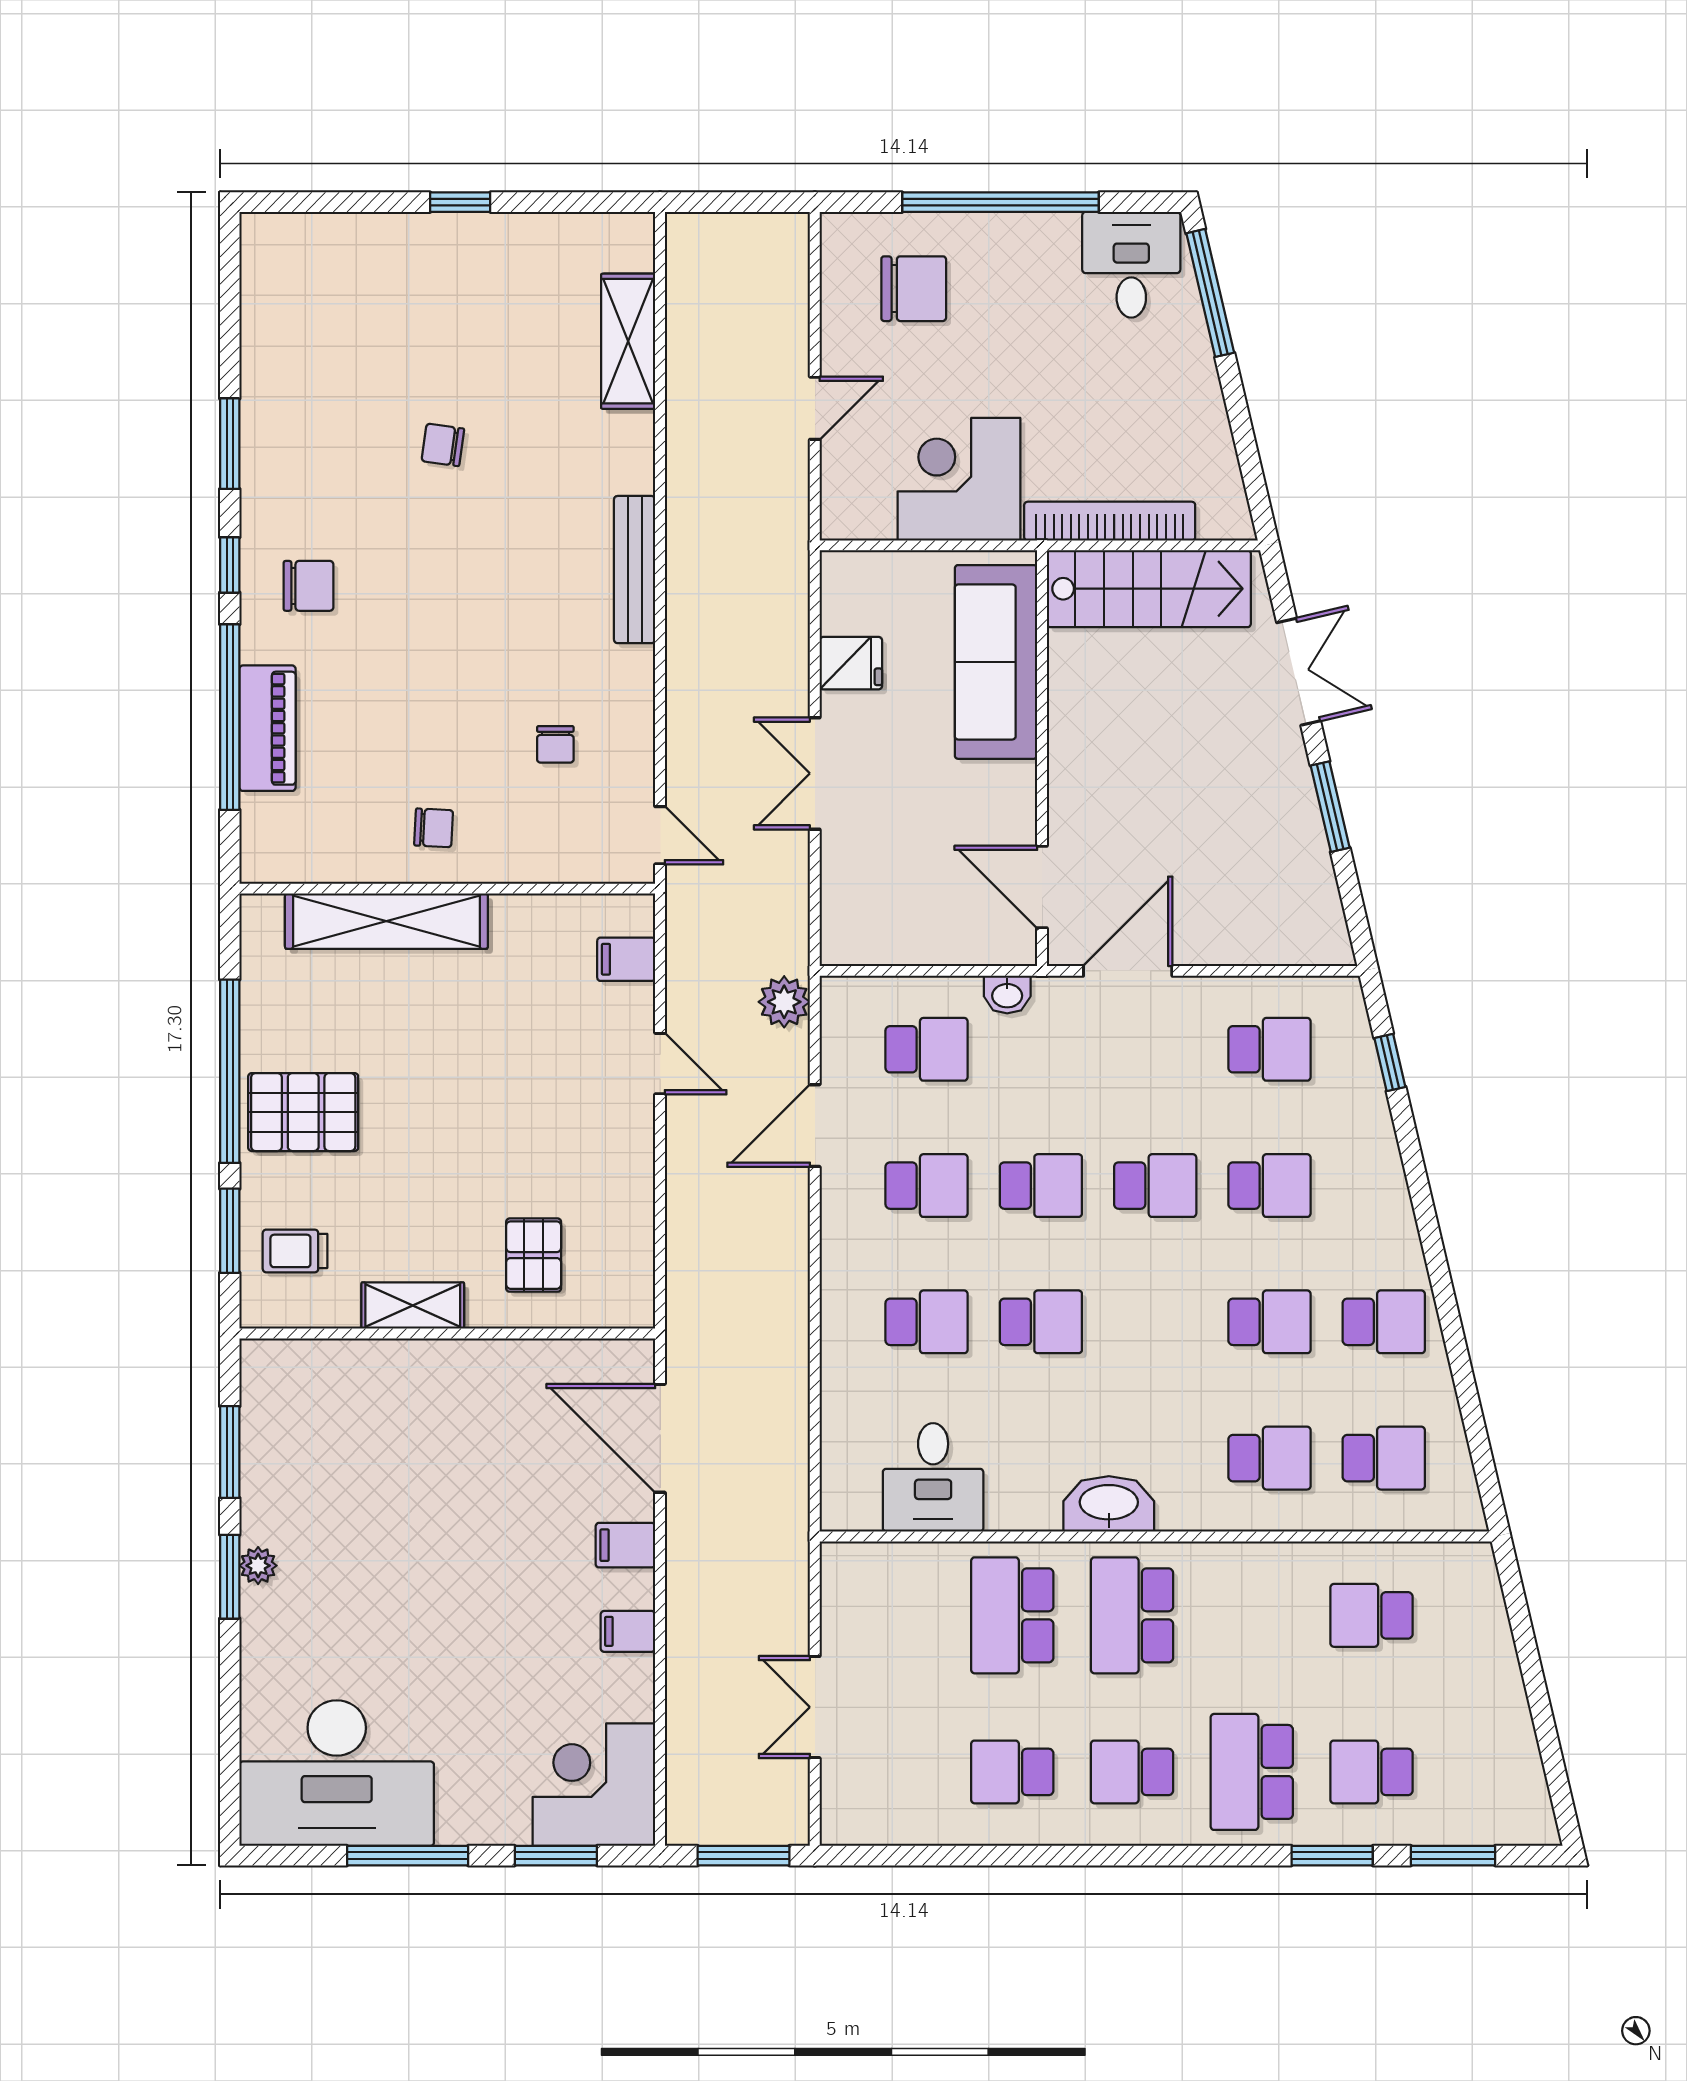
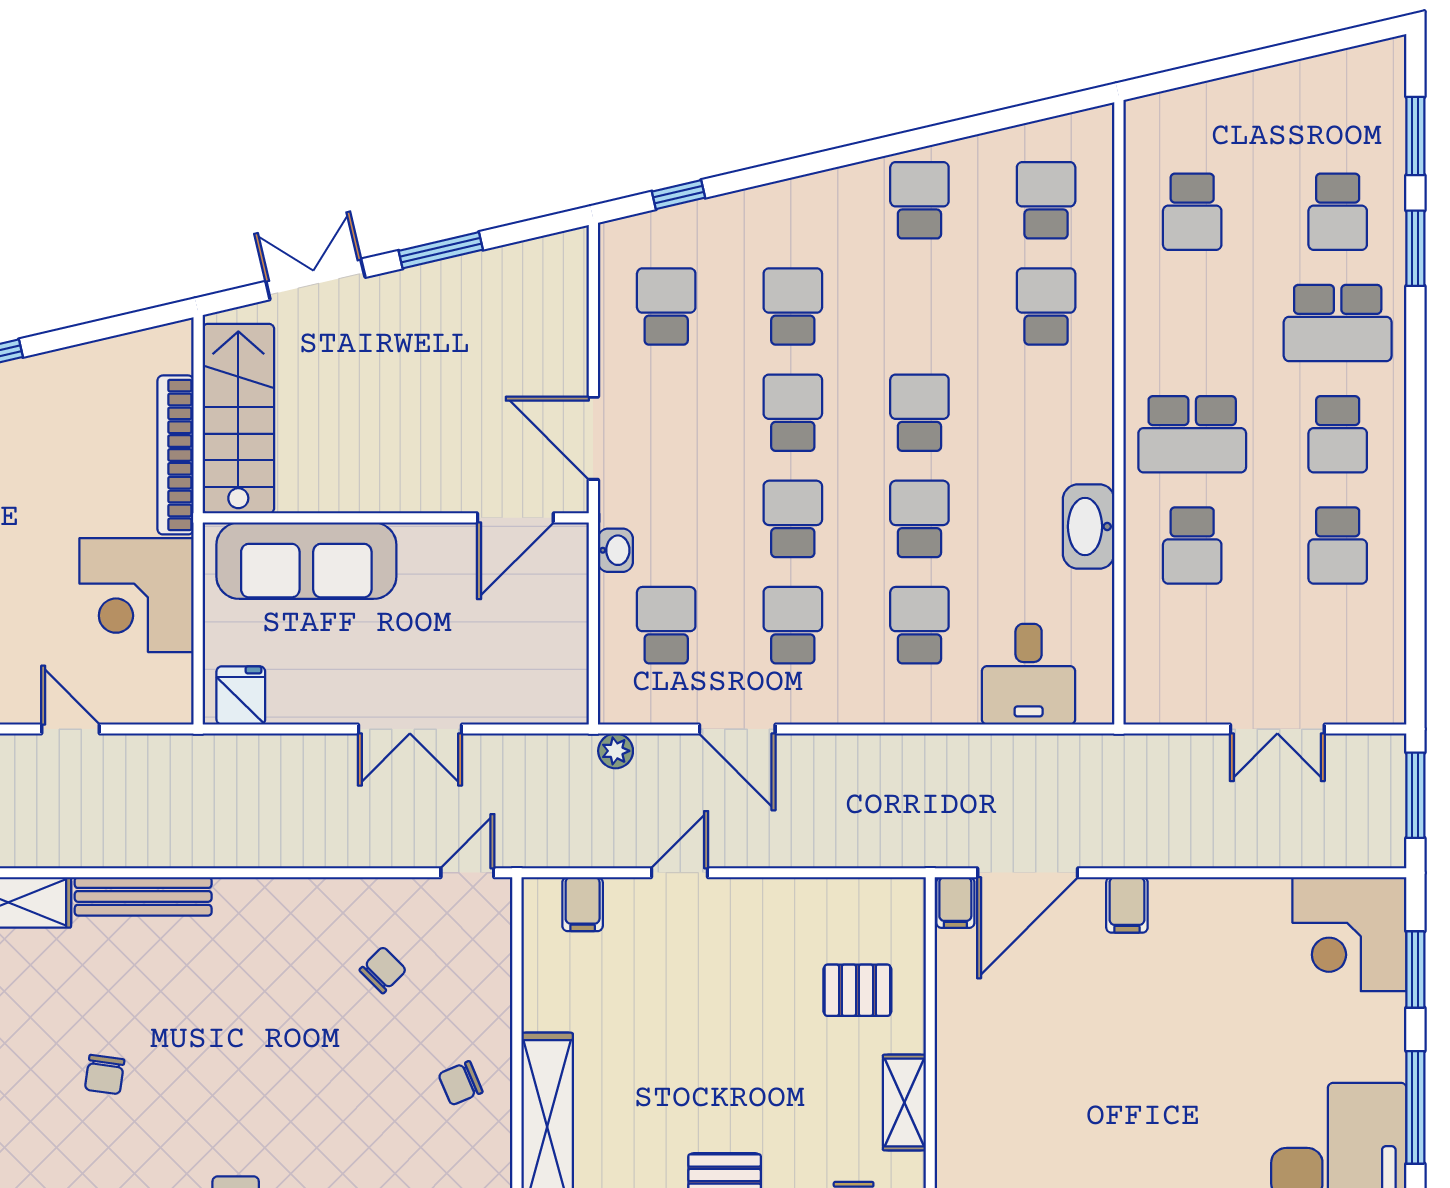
bench: (635, 570) -> (143, 896), moved
fridge: (851, 663) -> (241, 695), moved
chair: (555, 744) -> (383, 970), turned -45
chair: (434, 828) -> (460, 1083), turned -116
plant: (784, 1002) -> (616, 751), width x0.73, depth x0.73
school desk: (1269, 1322) -> (919, 413), moved
desk: (933, 1477) -> (1029, 674), moved, turned 90
washbasin: (1109, 1504) -> (1089, 527), moved
school desk: (1012, 1615) -> (1192, 546), width x0.54
filing cabinet: (628, 1631) -> (955, 903), moved

